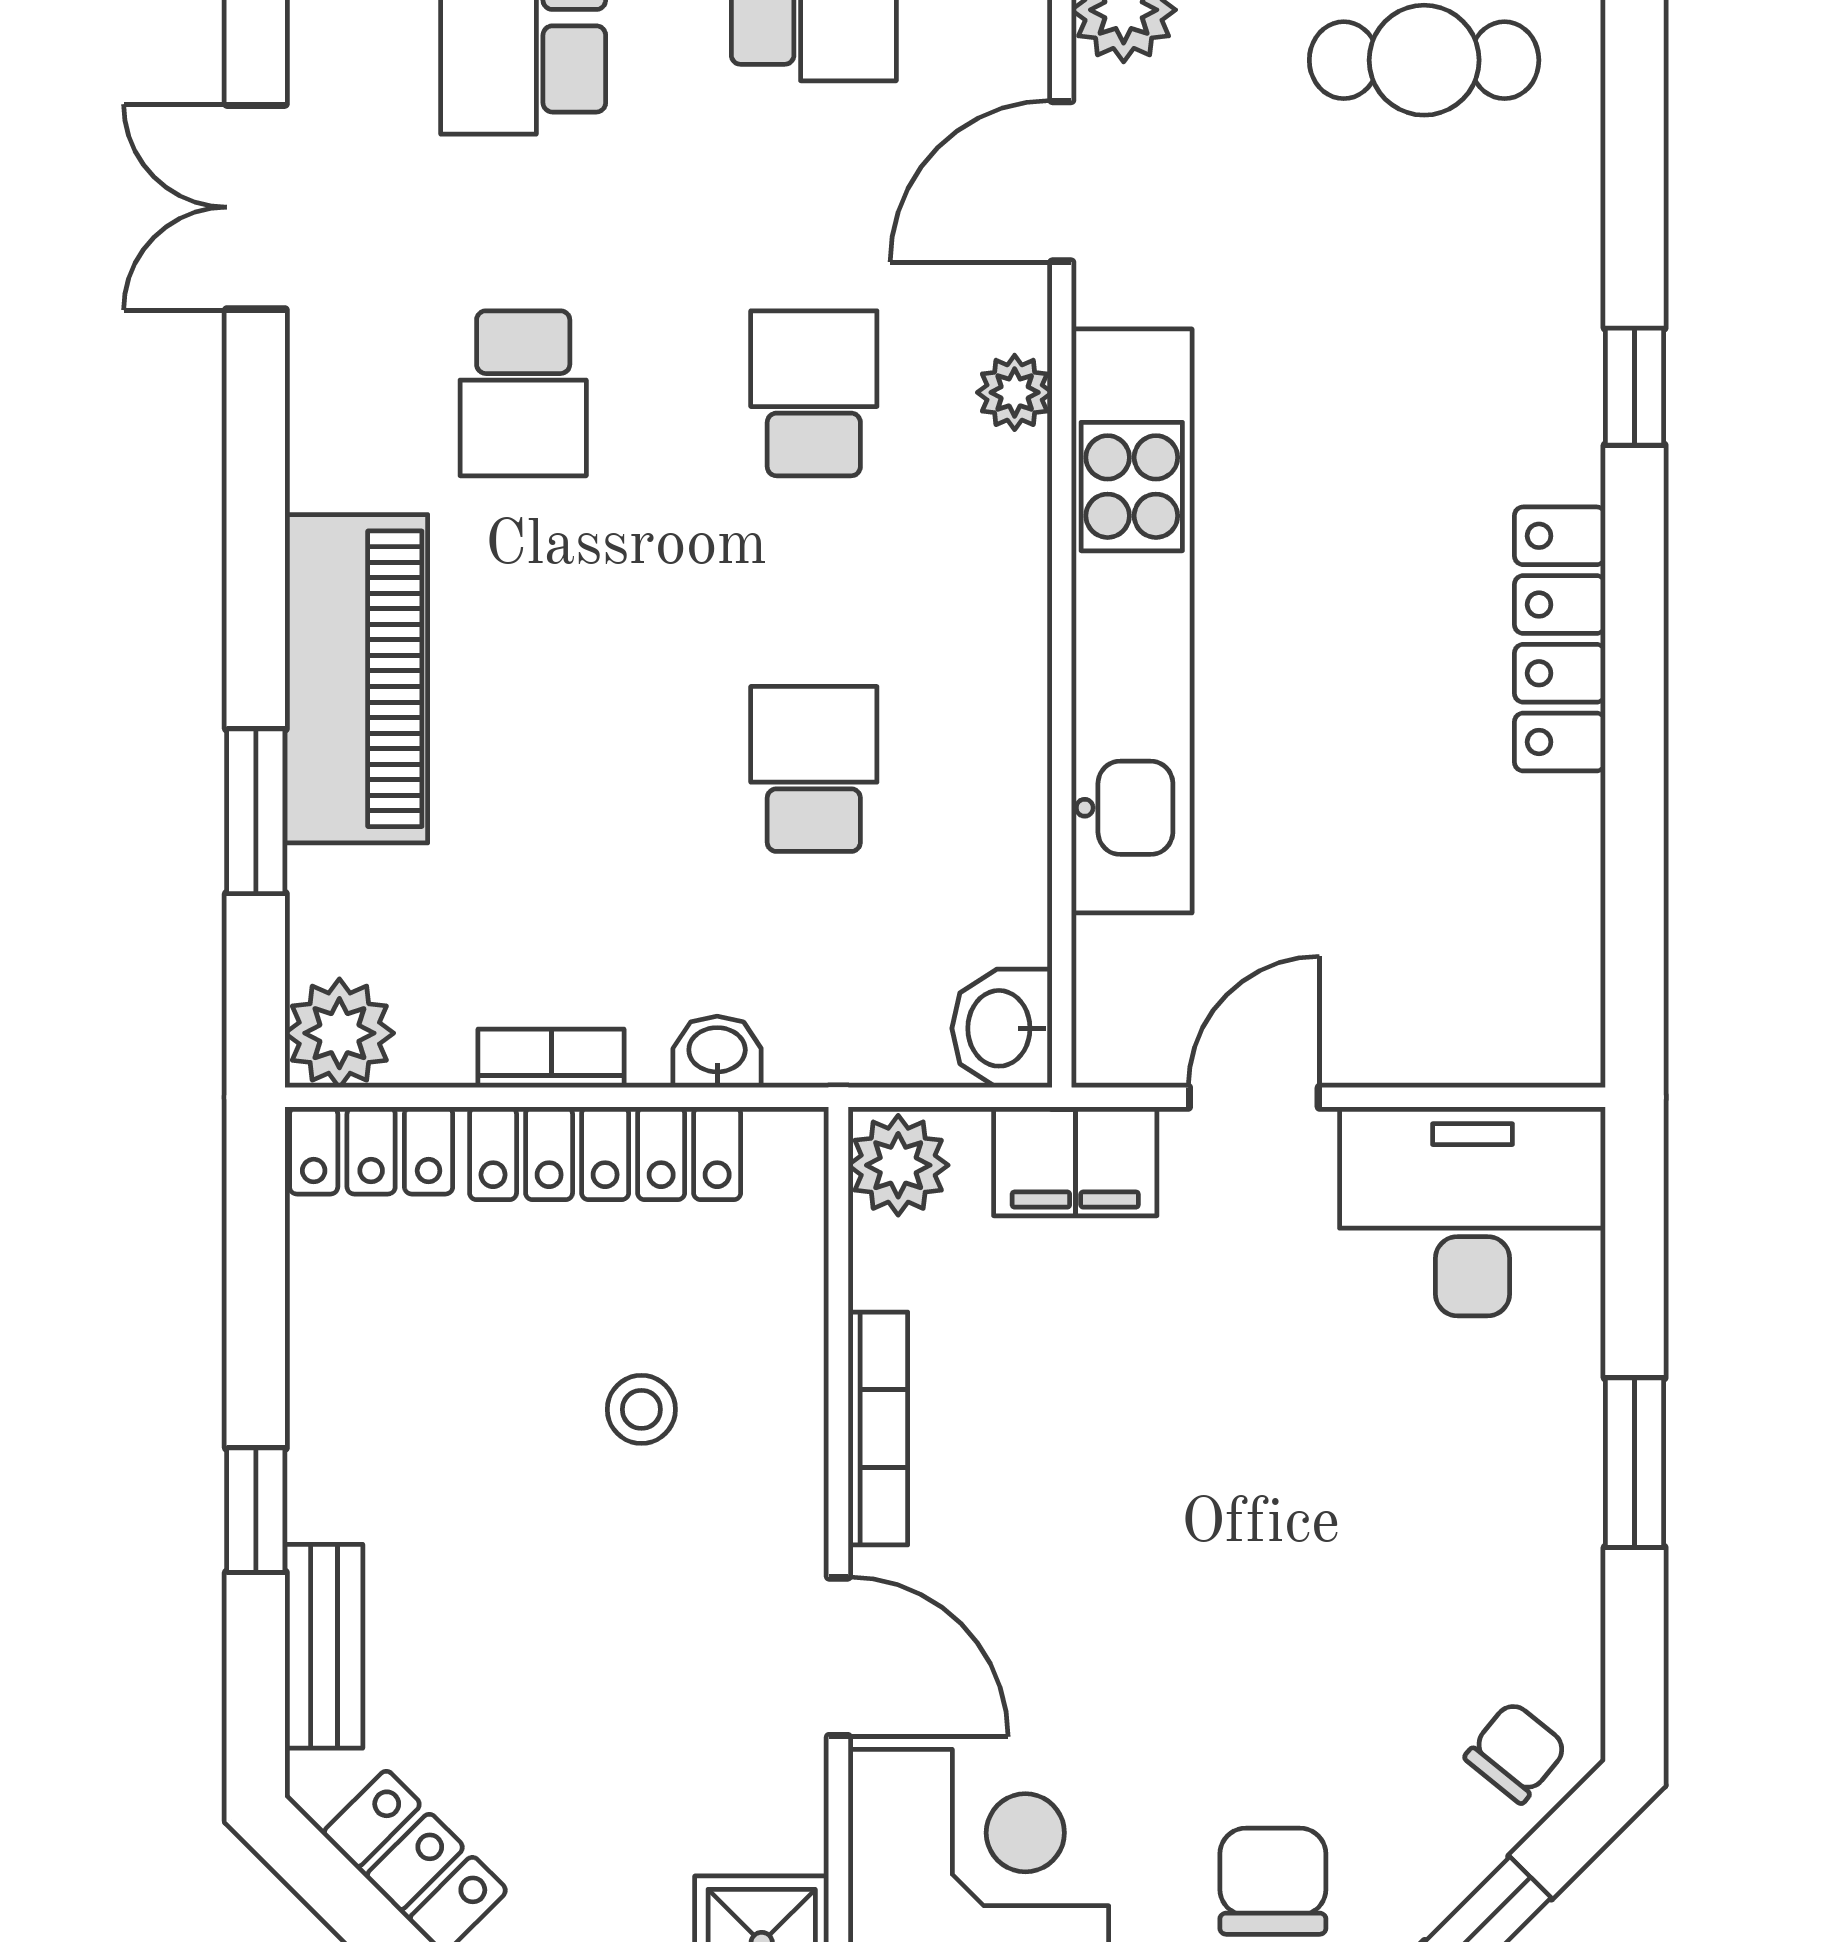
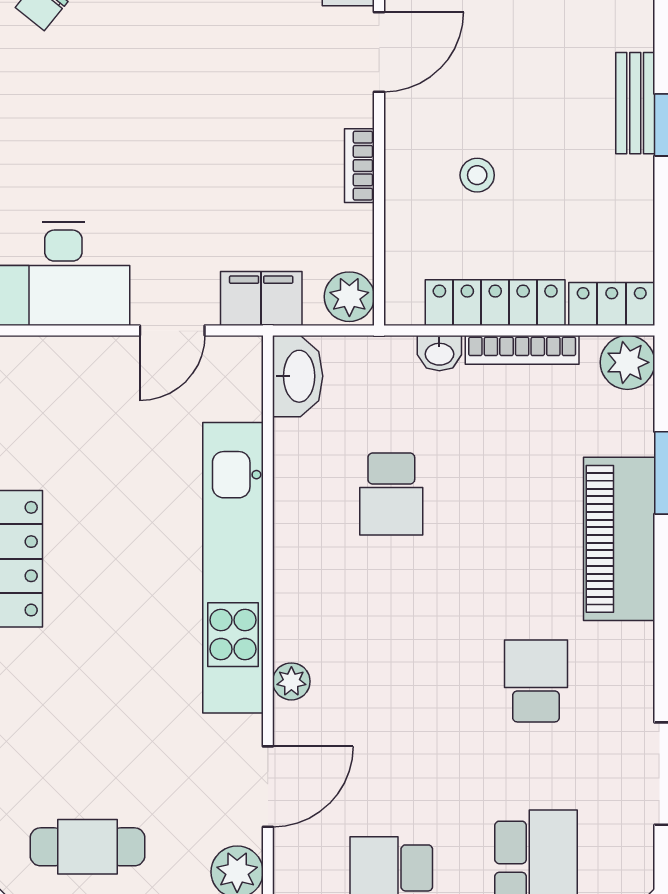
school desk: (814, 393) -> (391, 681), removed
washbasin: (1002, 1028) -> (298, 376), width x1.38
bookcase: (551, 1058) -> (522, 350), width x1.56
bookcase: (878, 1428) -> (359, 166), width x0.64
bench: (324, 1646) -> (635, 103), moved
door: (838, 1657) -> (379, 52), swing flipped

